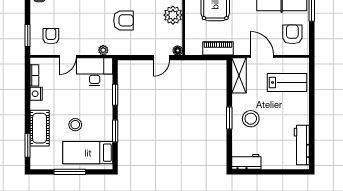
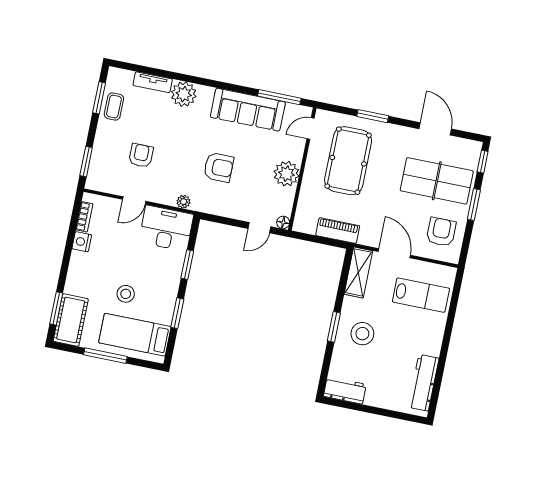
armchair: (51, 36) -> (141, 156), moved
cot: (40, 128) -> (71, 320), moved

